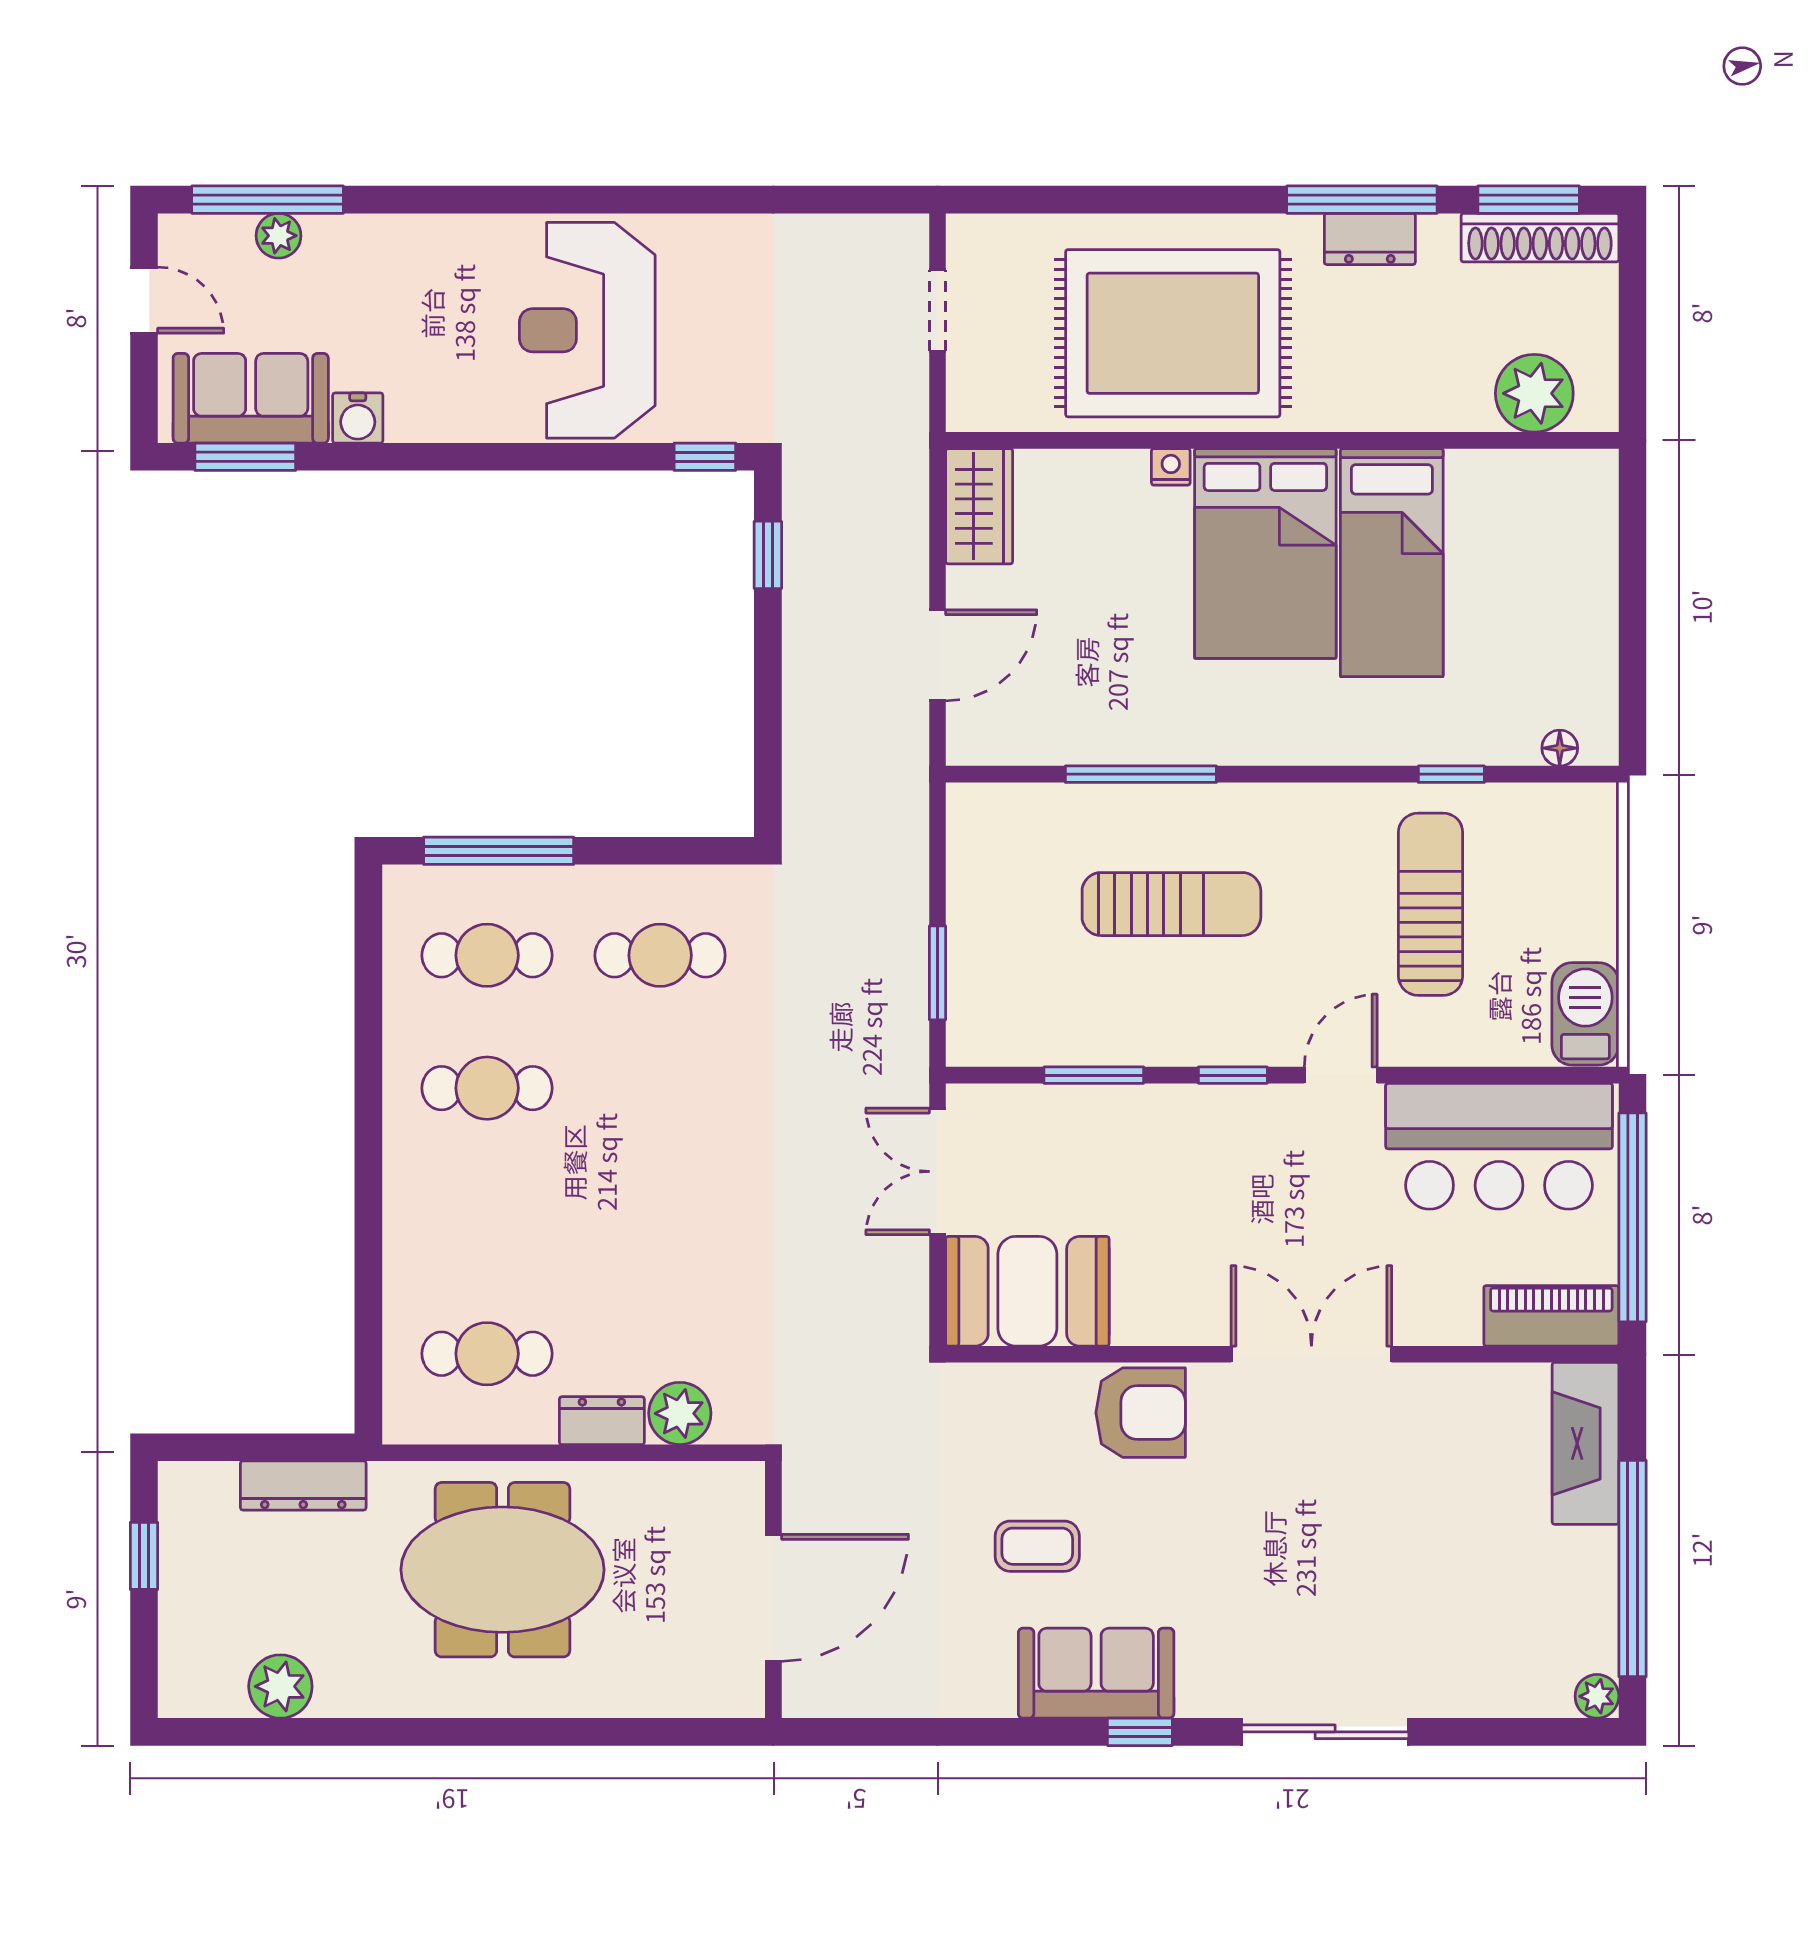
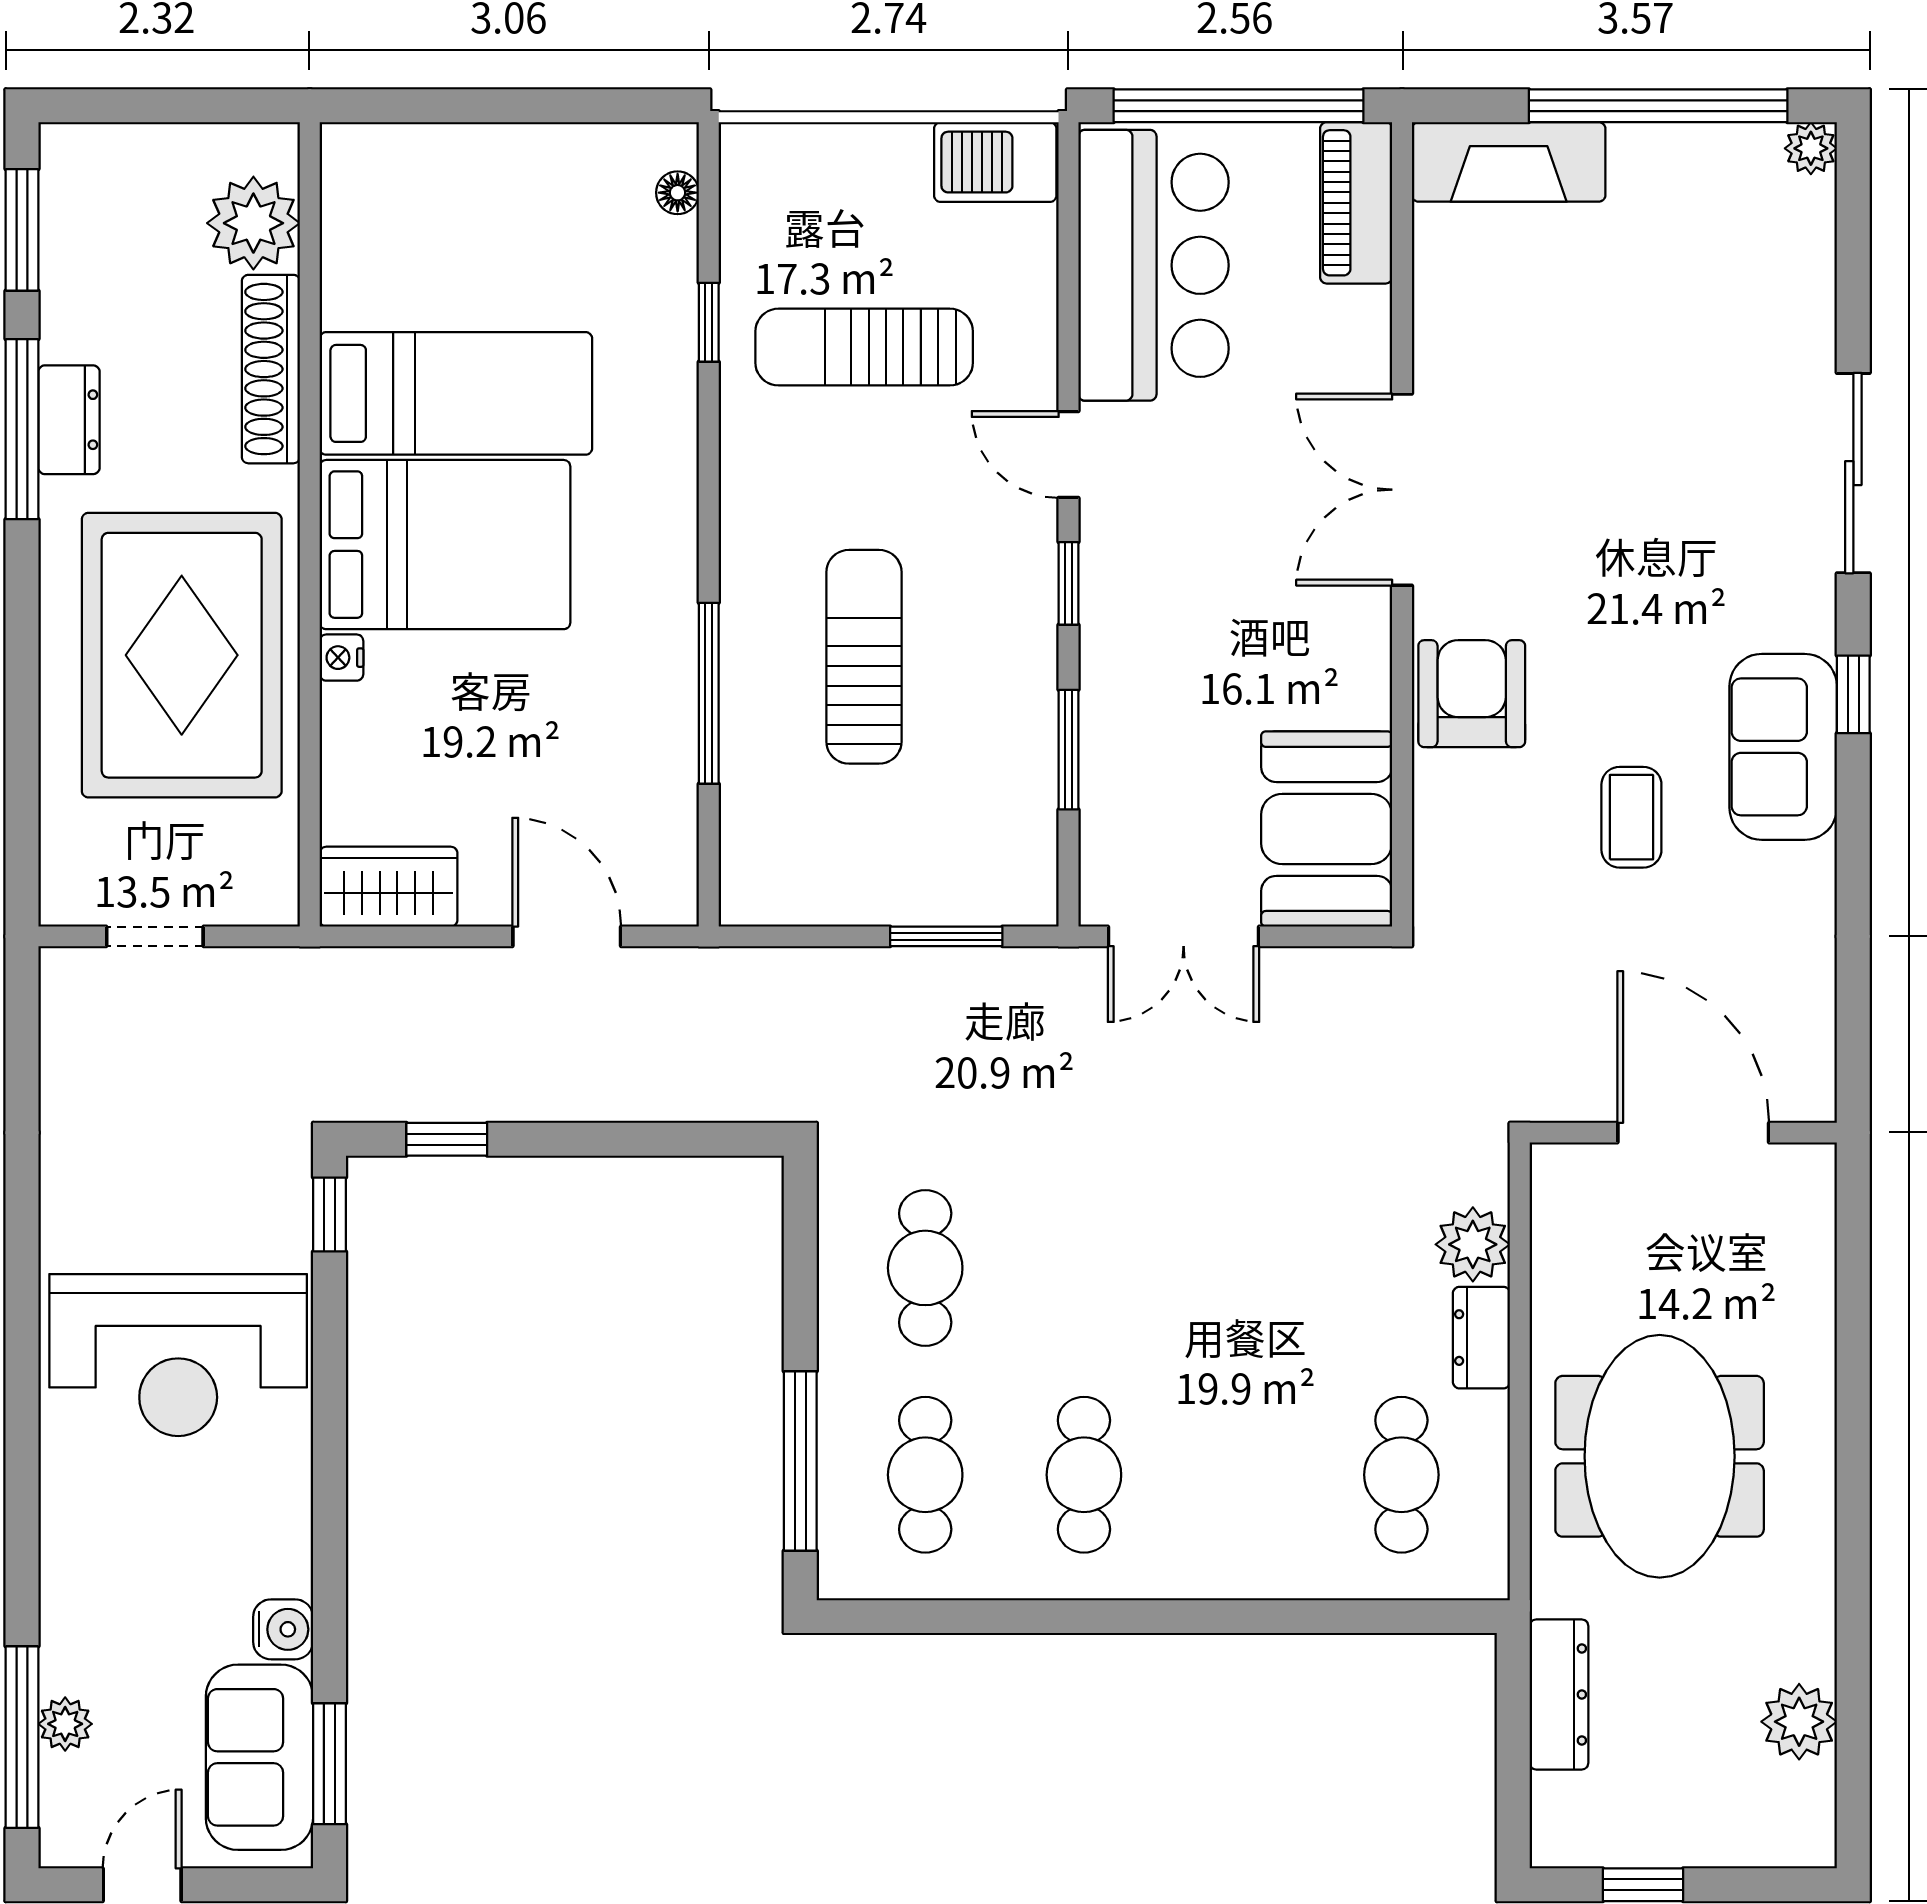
shoe rack: (1540, 238) -> (271, 369), moved, turned 180

